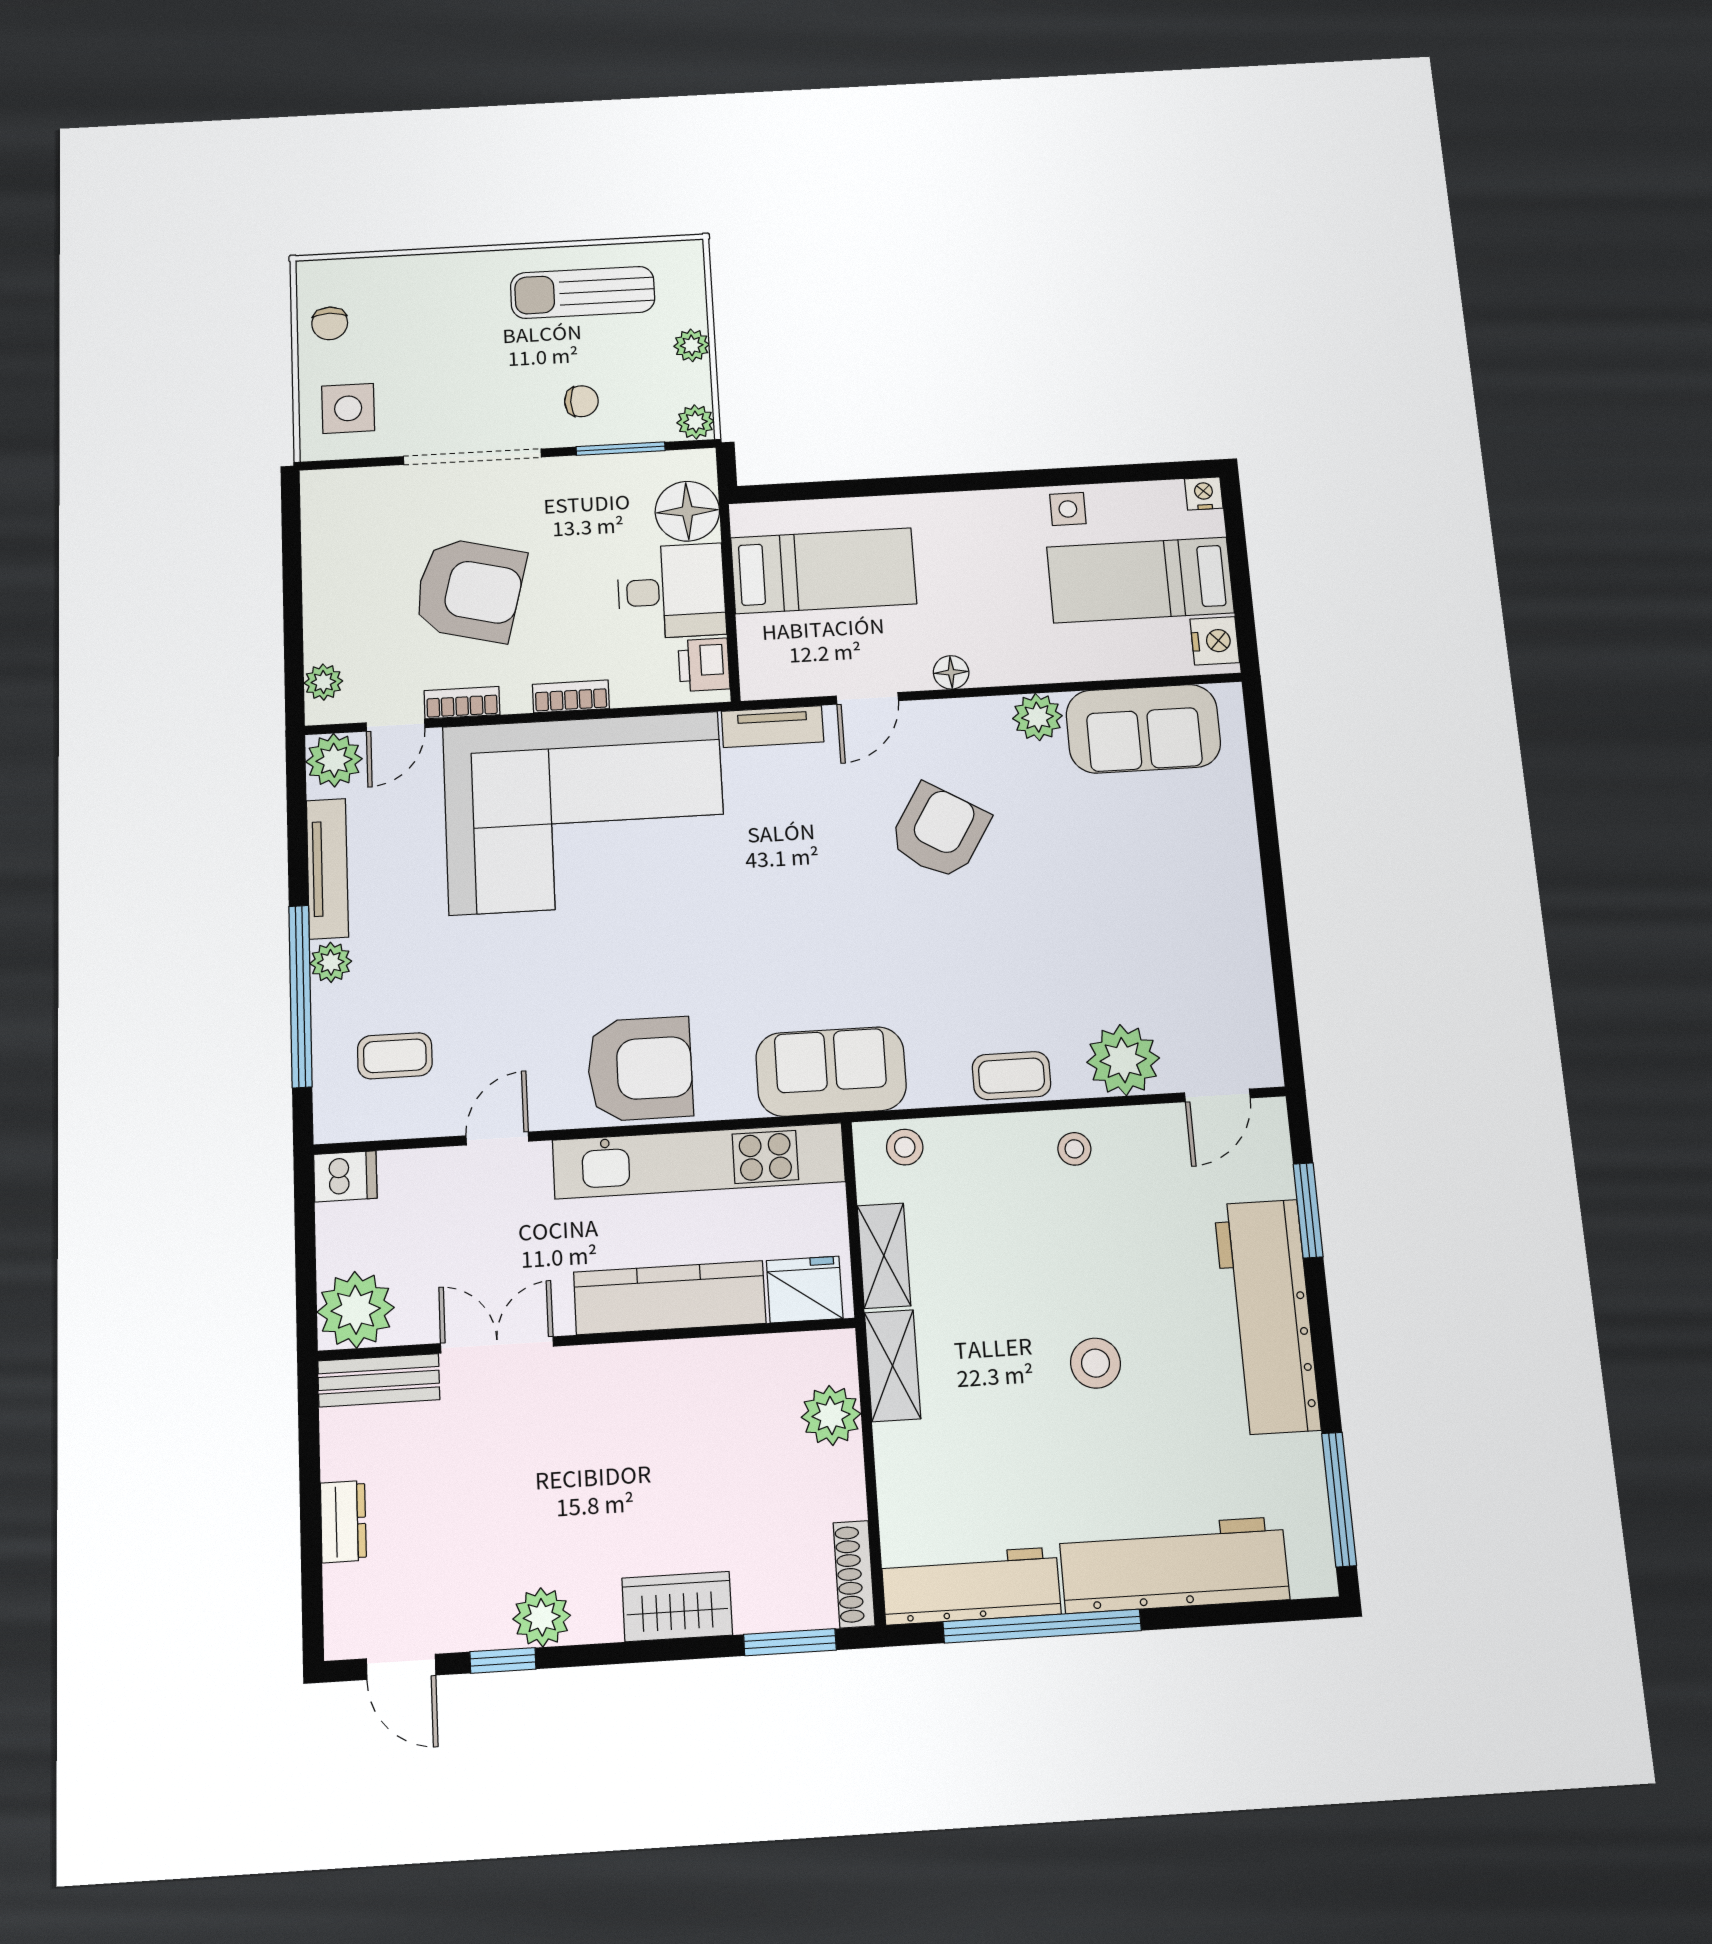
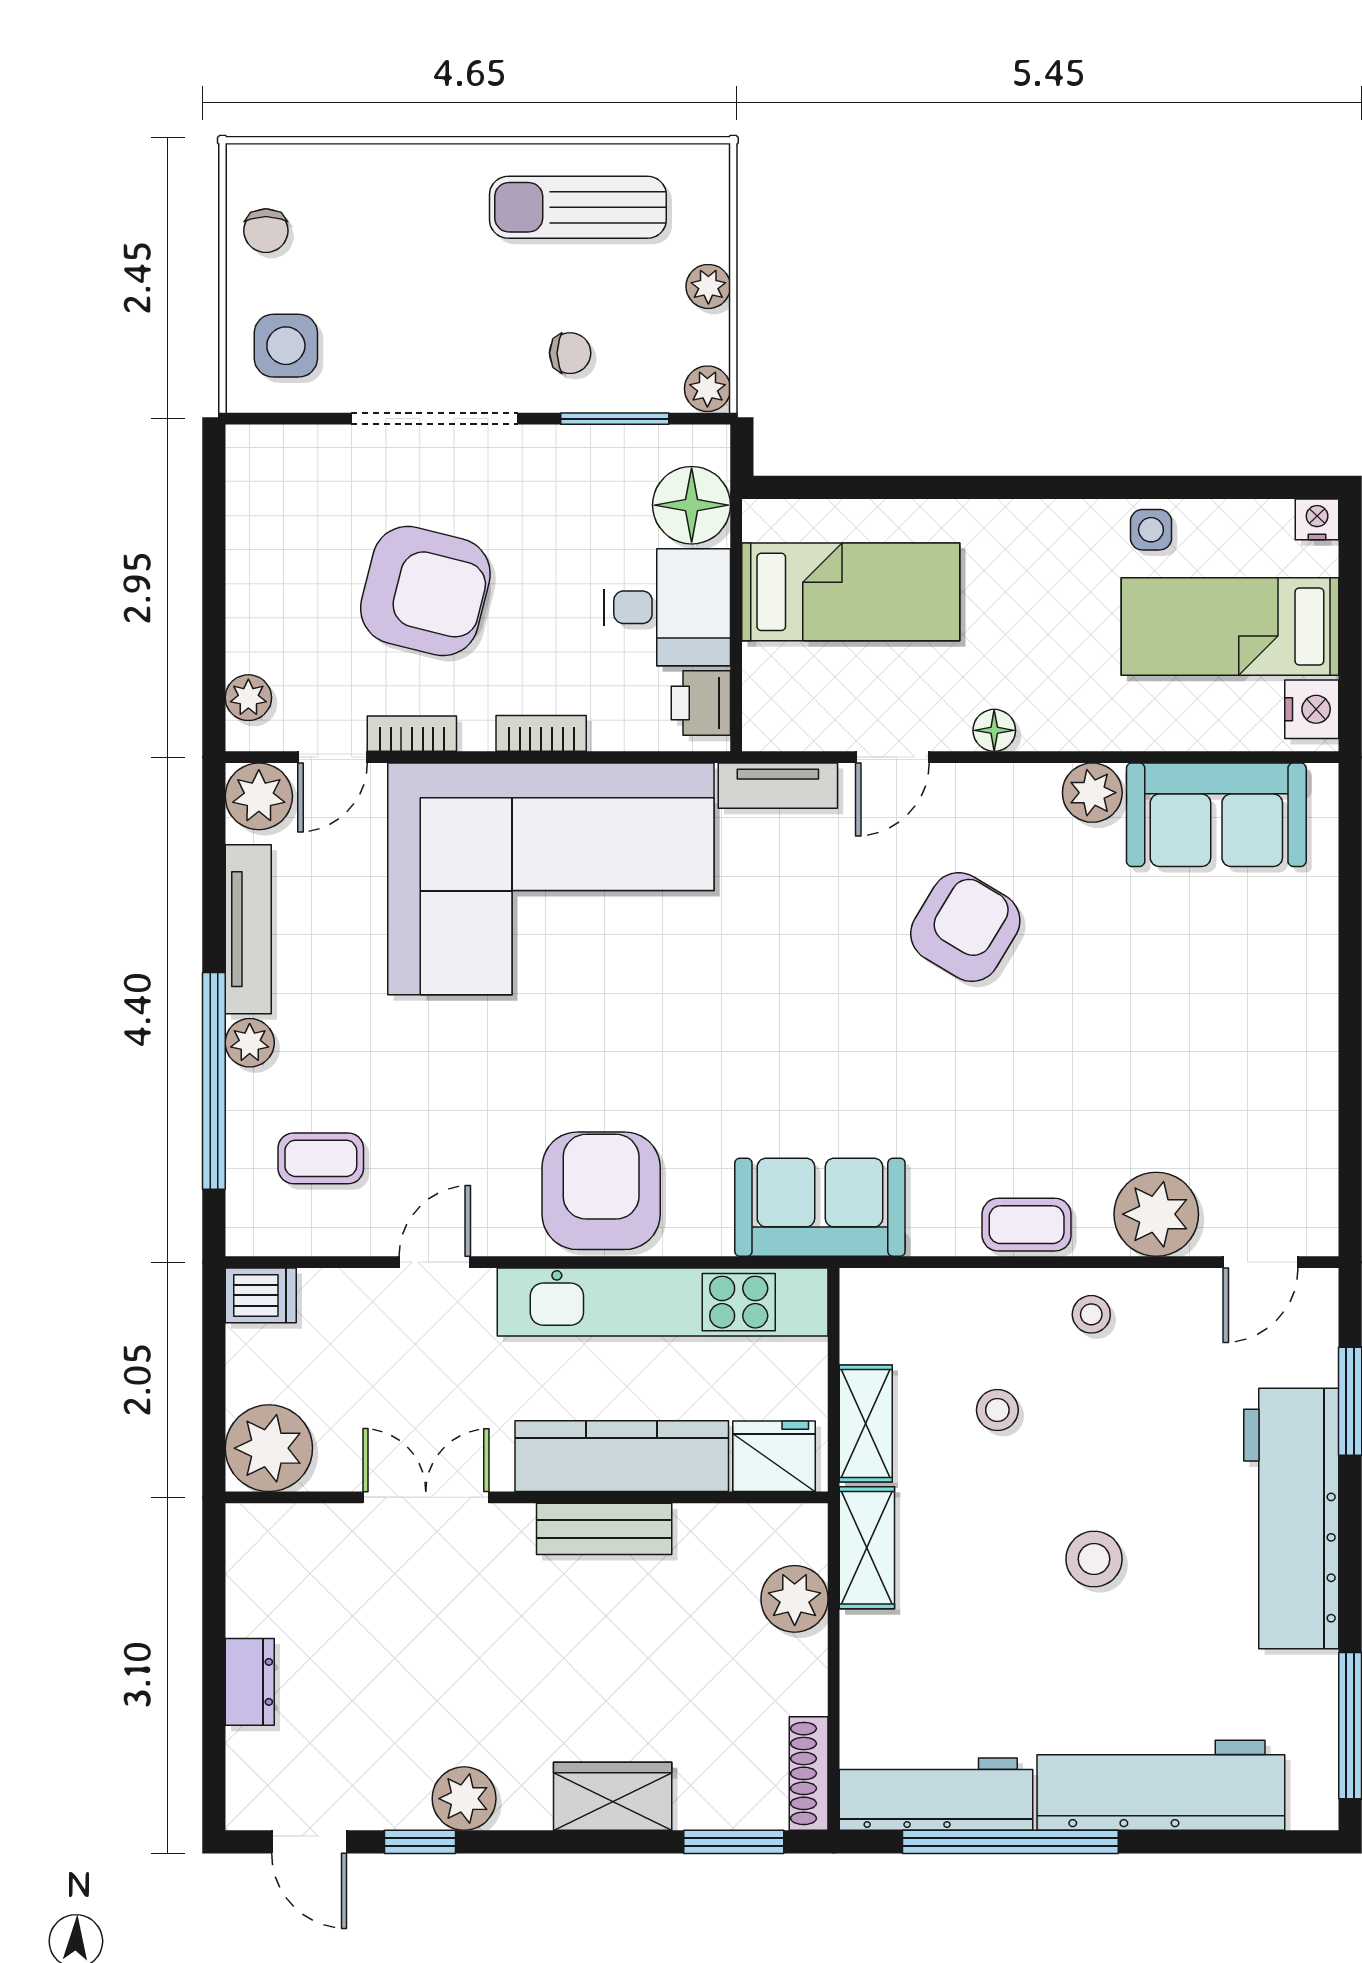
armchair: (640, 1069) -> (601, 1191), turned -90
stool: (905, 1147) -> (997, 1410), moved
bench: (379, 1380) -> (604, 1529), moved

